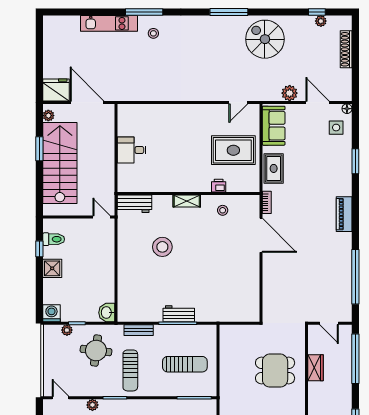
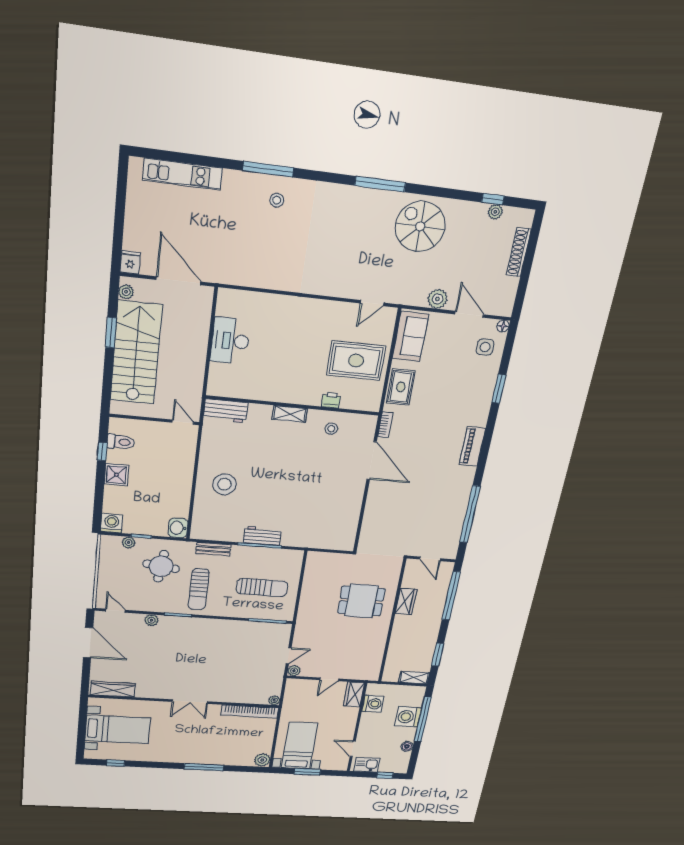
kitchen unit: (109, 23) -> (183, 174), moved
fridge: (56, 90) -> (130, 262), width x0.53, depth x0.75
desk: (132, 150) -> (230, 341), width x1.37
stool: (162, 247) -> (224, 484), moved

